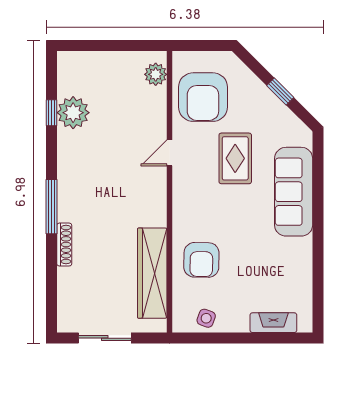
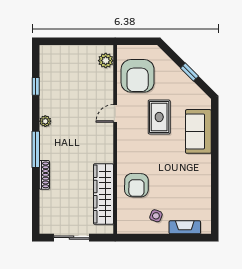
plant: (73, 113) -> (45, 121), moved, width x0.53, depth x0.53
sofa: (294, 192) -> (198, 131), width x0.73
side table: (206, 318) -> (156, 216), moved

